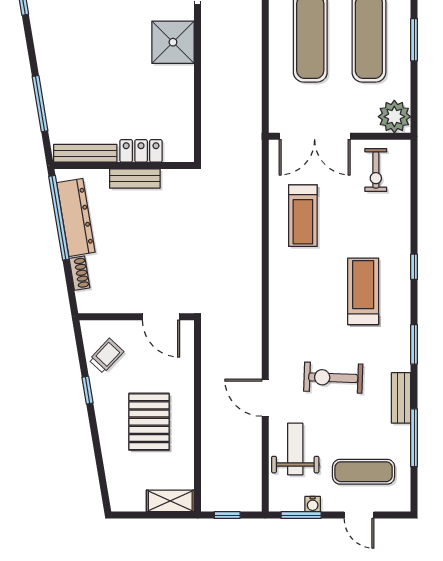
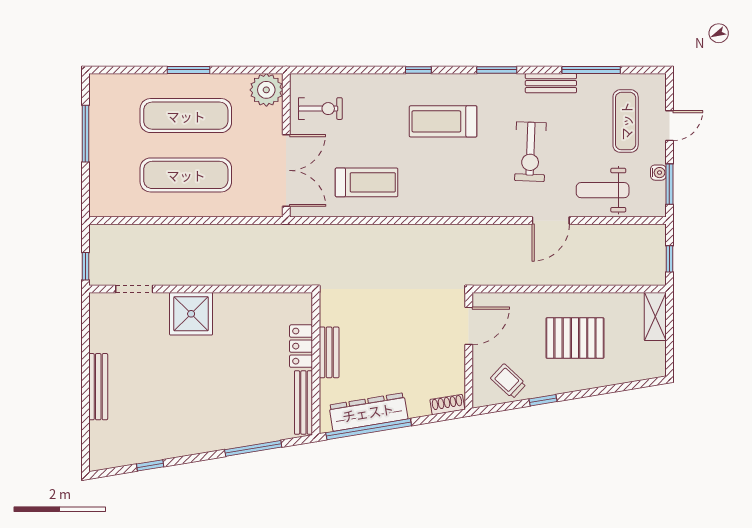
shoe rack: (80, 273) -> (447, 405), moved

